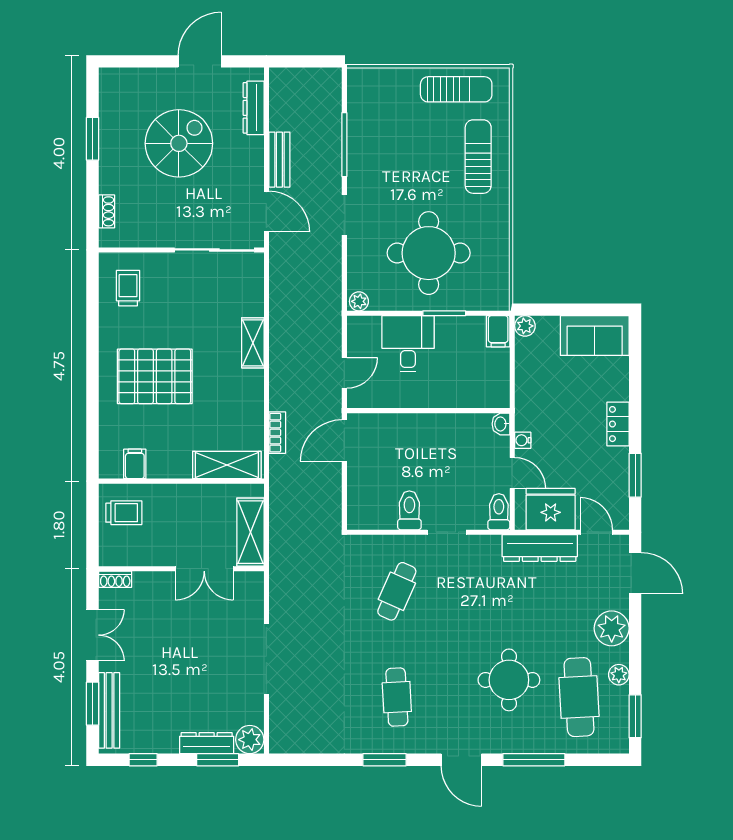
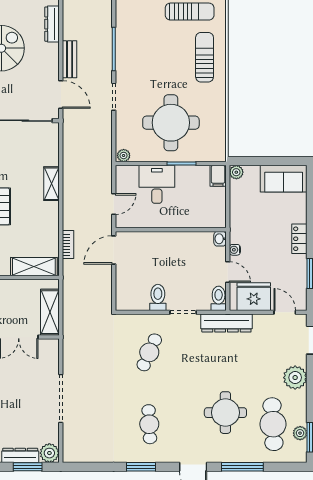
dresser: (540, 548) -> (226, 323), moved
plant: (619, 675) -> (300, 433), moved

